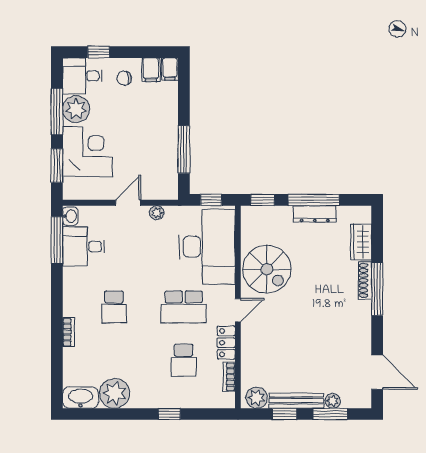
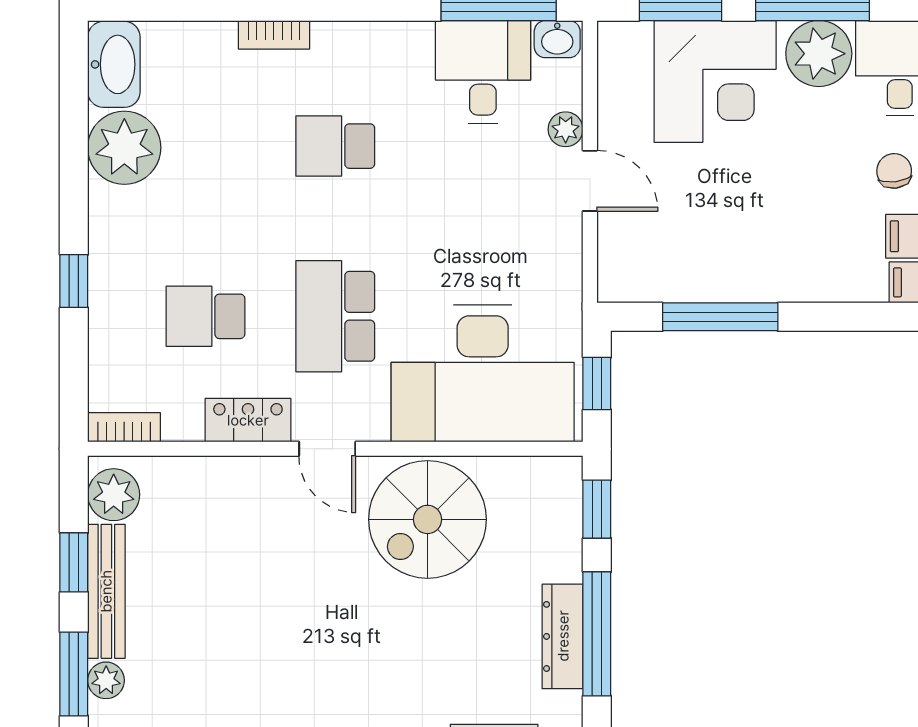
plant: (157, 213) -> (566, 129), moved
bookcase: (229, 377) -> (124, 427), moved

